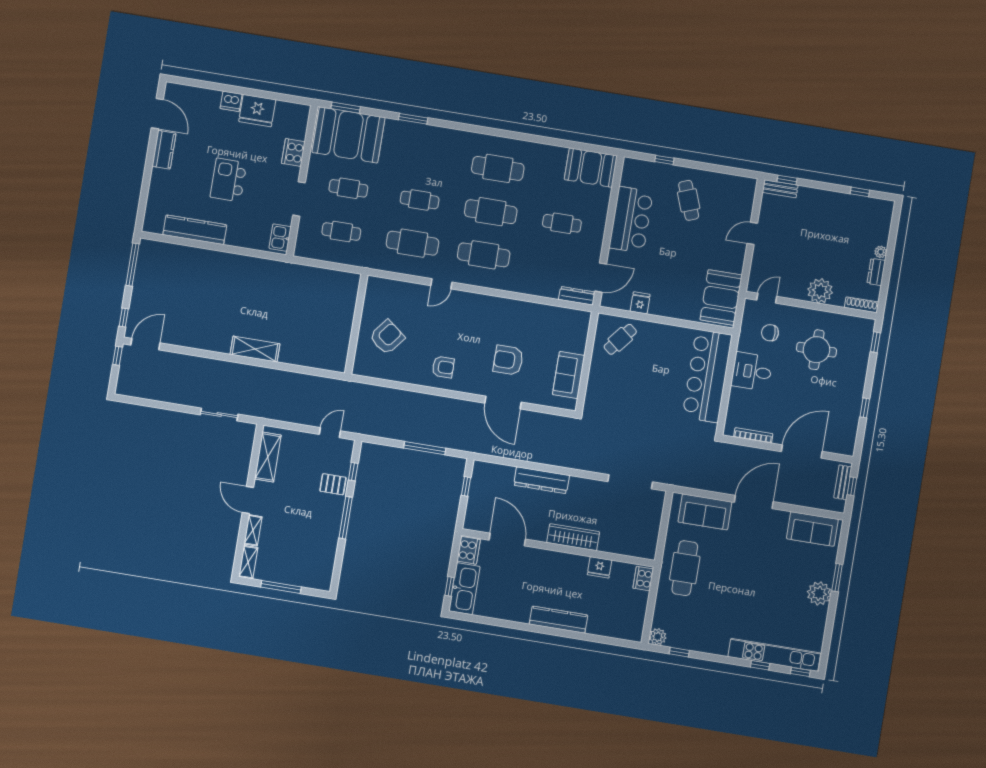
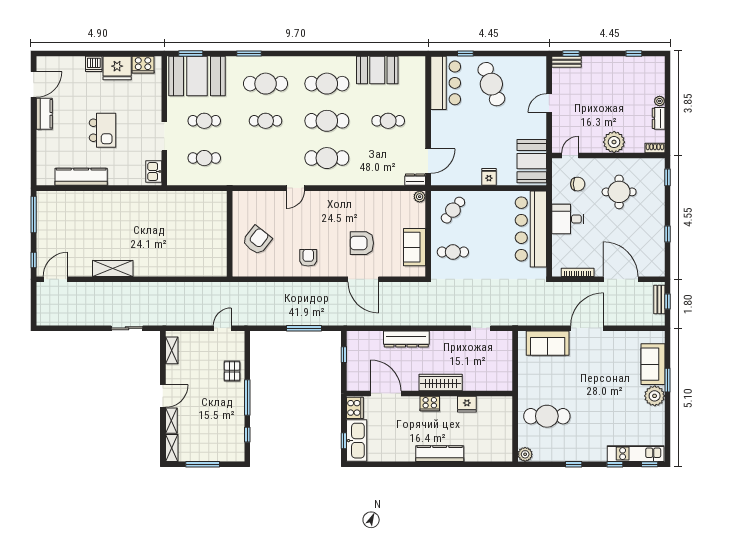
door: (157, 114) -> (34, 84), hinge flipped
cooker: (293, 153) -> (143, 65), moved, turned -90
booth: (591, 168) -> (377, 70), moved
kitchen island: (228, 180) -> (102, 130), turned 180
cafe table: (689, 200) -> (491, 84), width x1.37, depth x1.35
bar counter: (631, 220) -> (446, 83), moved
cafe table: (412, 243) -> (266, 84), moved
dresser: (577, 296) -> (415, 180), width x0.70
fridge: (640, 303) -> (489, 177), moved
shoe rack: (862, 305) -> (655, 148), width x0.70
plant: (584, 317) -> (420, 197), added
chair: (770, 333) -> (578, 184), turned 180
shelving: (255, 349) -> (113, 269), moved
window: (117, 356) -> (34, 293), removed
armchair: (443, 367) -> (308, 258), turned -90
cafe table: (612, 388) -> (453, 252), added
door: (802, 451) -> (621, 279), hinge flipped
shelving: (268, 457) -> (172, 350), width x0.67, depth x0.75
window: (353, 472) -> (247, 435), moved
doorway: (630, 482) -> (481, 328), width x0.53
pallet: (333, 484) -> (232, 371), turned 90
door: (248, 500) -> (163, 396), swing flipped
sofa: (812, 529) -> (653, 364), moved, turned 90
cafe table: (685, 568) -> (547, 416), moved, turned 90
cooker: (643, 579) -> (430, 404), moved, turned -90
window: (679, 652) -> (574, 464), moved
kitchen unit: (774, 655) -> (636, 454), width x0.73

